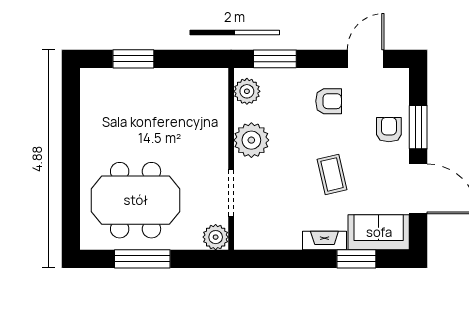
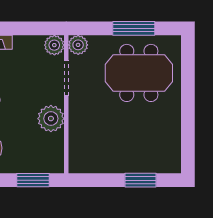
plant: (247, 91) -> (54, 45), moved

